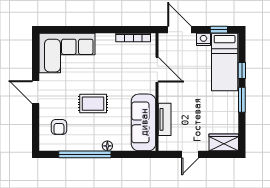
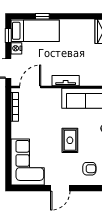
door: (157, 70) -> (30, 87), moved
window: (242, 100) -> (67, 16), removed
tv unit: (165, 119) -> (66, 81), moved

